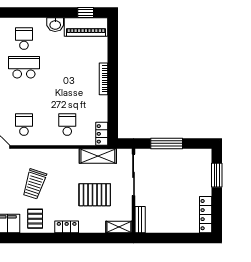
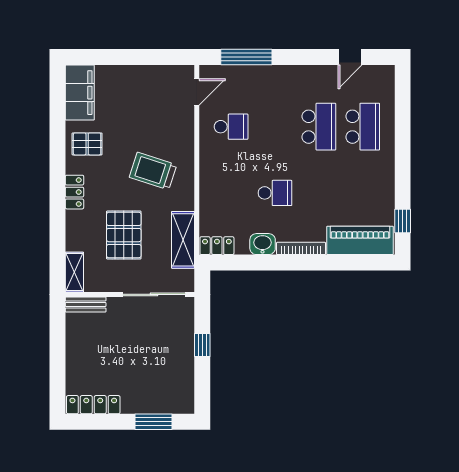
washbasin: (55, 25) -> (263, 244), moved, turned 90
piano: (86, 27) -> (360, 240), moved, turned 90
school desk: (24, 39) -> (363, 127), width x1.85
school desk: (67, 125) -> (275, 193), moved
window: (167, 143) -> (202, 345), width x0.46
trolley: (34, 184) -> (153, 171), moved

